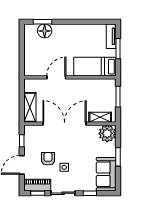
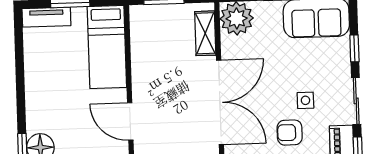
double door: (65, 124) -> (220, 102), swing flipped

